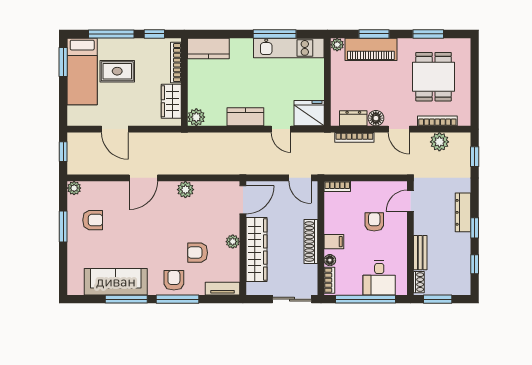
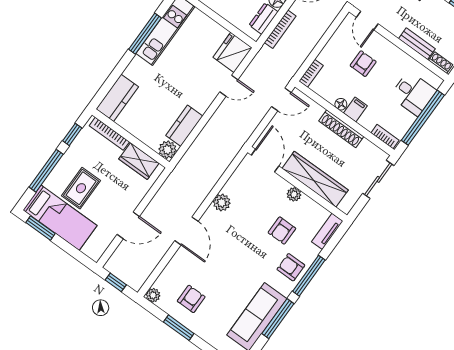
kitchen counter: (245, 117) -> (184, 126), moved
armchair: (374, 222) -> (363, 64), turned 90
floor lamp: (330, 260) -> (341, 104), moved

